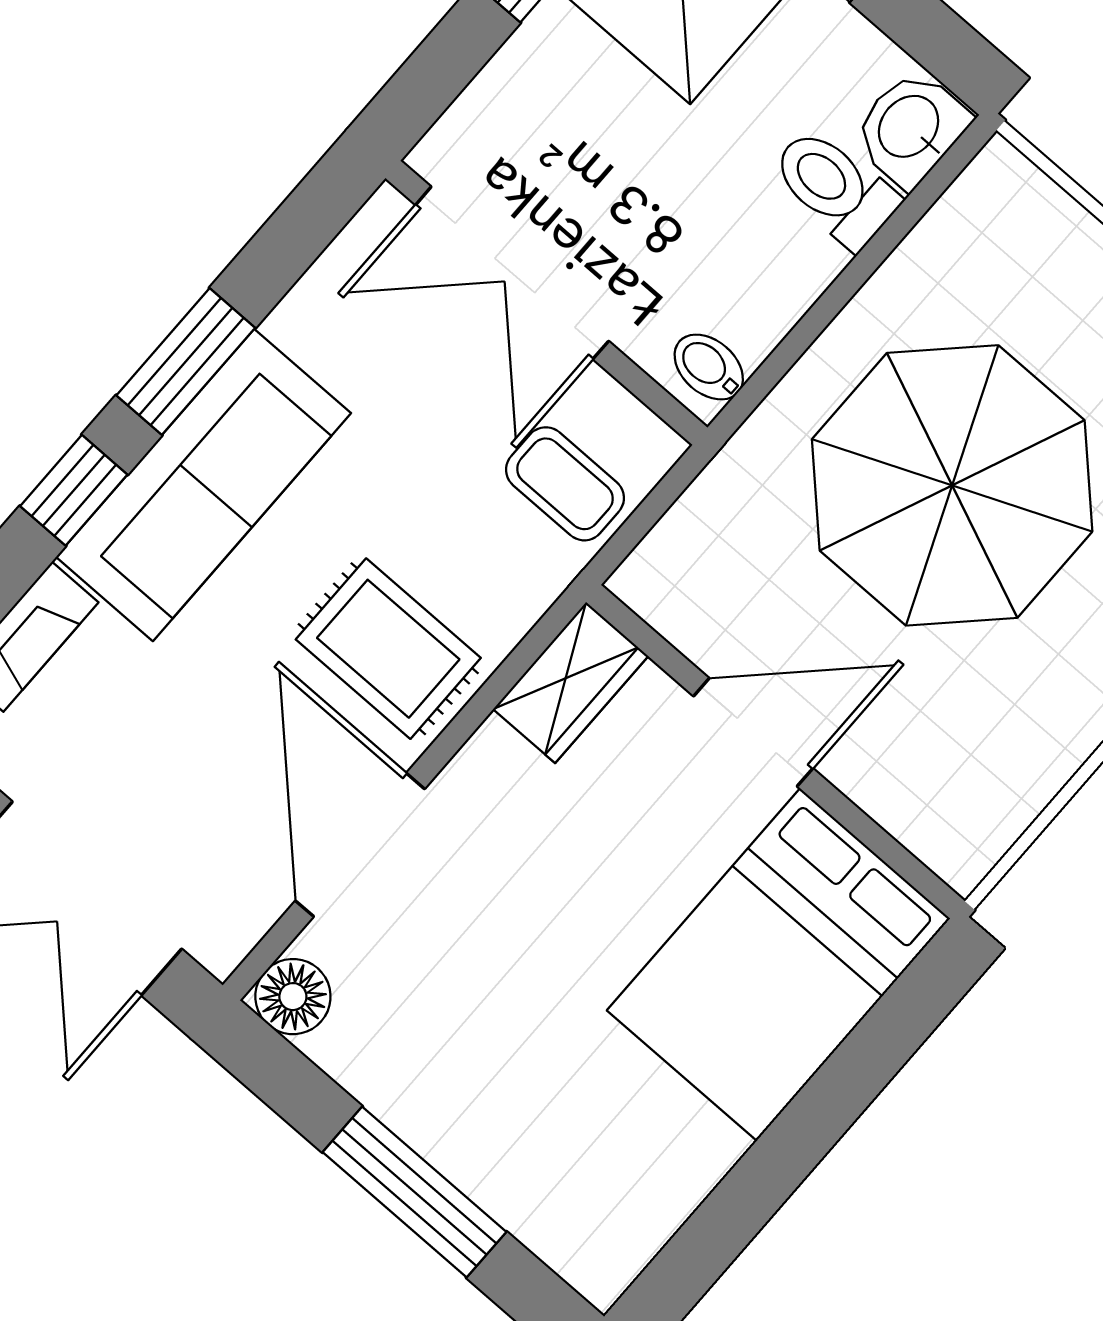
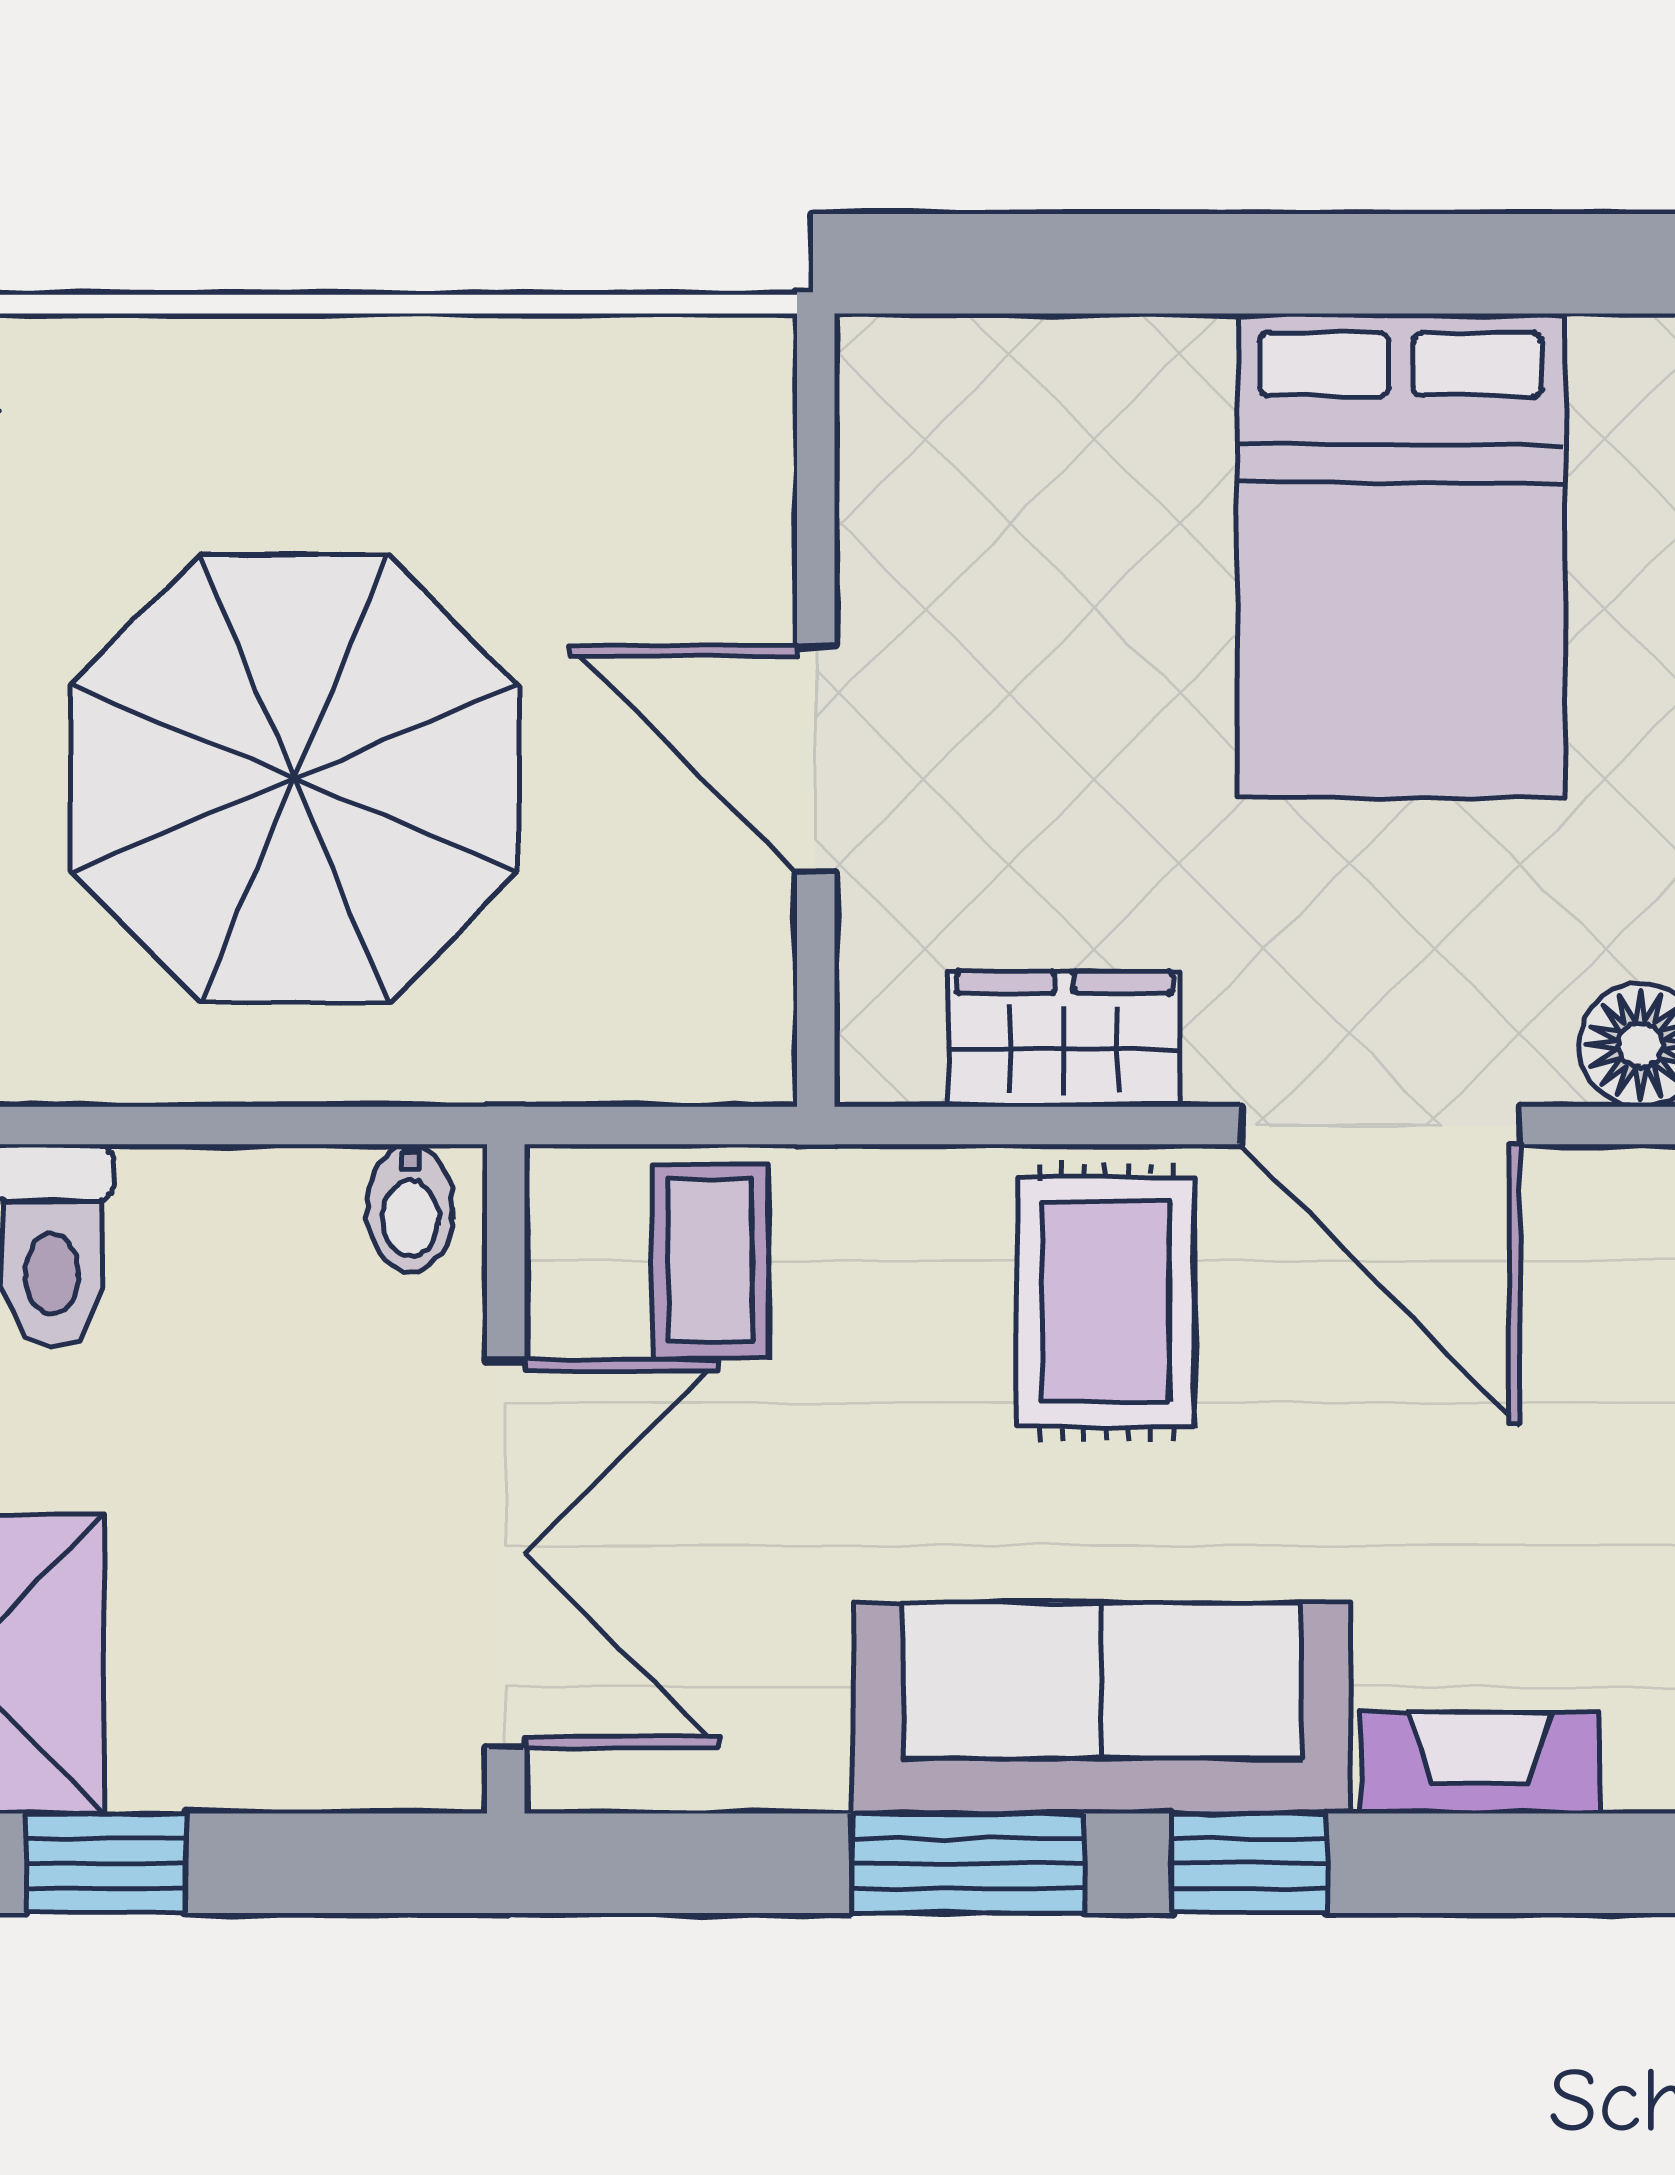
wardrobe: (571, 683) -> (1064, 1039), moved
door: (360, 845) -> (1380, 1126), hinge flipped
bed: (778, 964) -> (1401, 556), moved, turned 90

